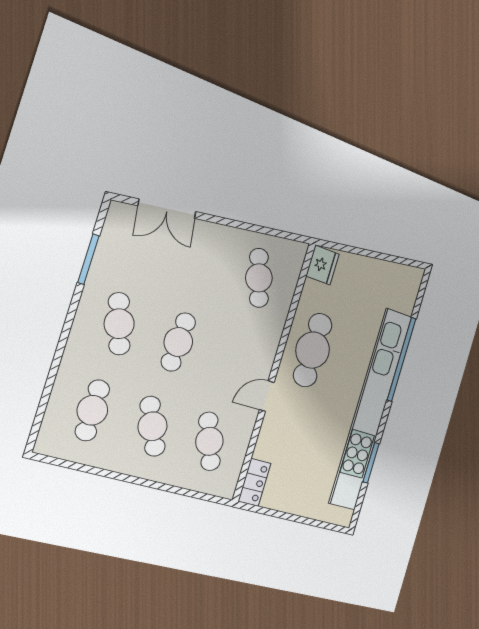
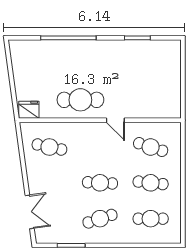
cafe table: (259, 278) -> (49, 147), turned 30
kitchen unit: (370, 409) -> (105, 49), removed
cafe table: (153, 426) -> (151, 183), turned 30
cafe table: (209, 441) -> (151, 147), turned 39
locker: (255, 482) -> (168, 112), removed

